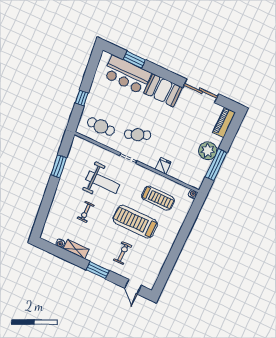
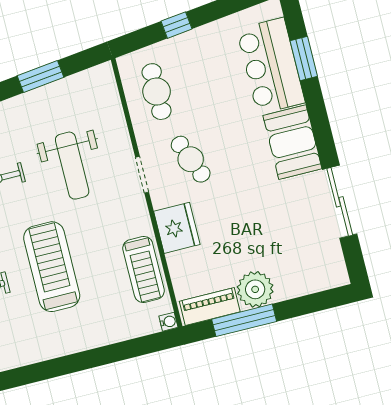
piano: (224, 122) -> (210, 306), moved
fridge: (163, 166) -> (177, 228), width x1.88, depth x1.34
treadmill: (158, 198) -> (144, 269), moved

